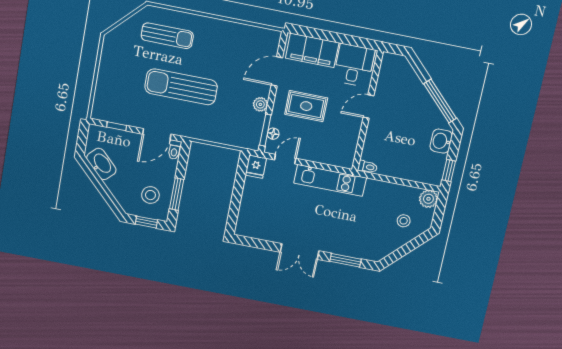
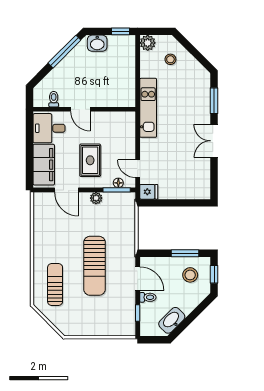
toilet: (174, 150) -> (148, 297), moved
toilet: (368, 167) -> (54, 99), moved
kitchen unit: (330, 180) -> (148, 108), moved
double door: (300, 251) -> (214, 141), swing flipped

